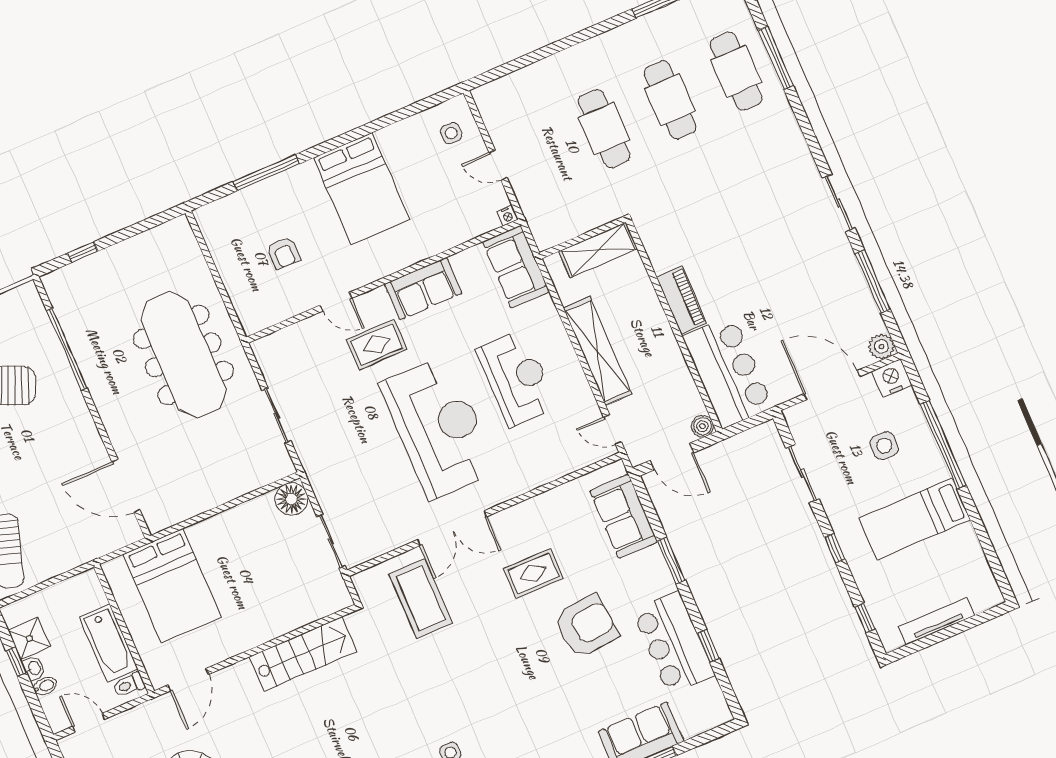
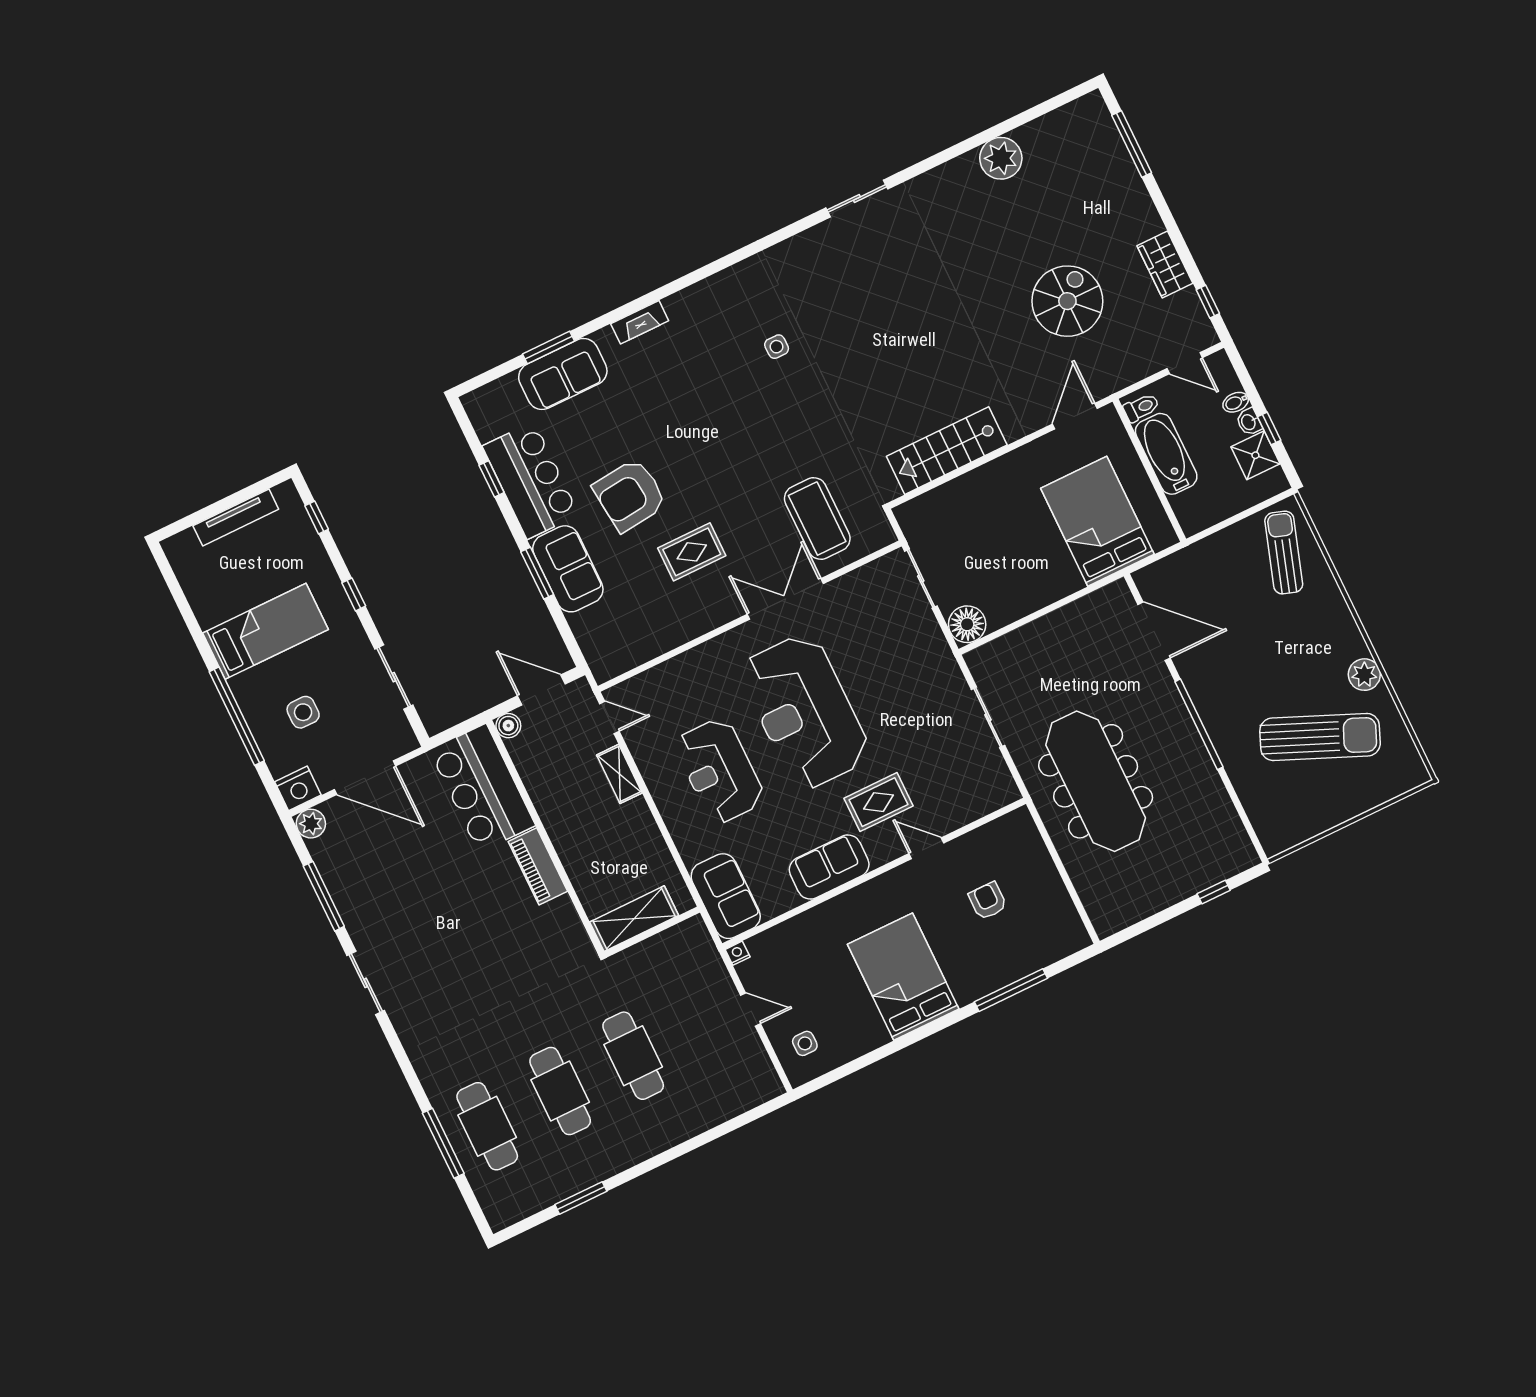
window: (67, 349) -> (1199, 724), moved
shelving: (598, 351) -> (619, 774), width x0.45, depth x0.75
sofa: (624, 516) -> (568, 569), moved

